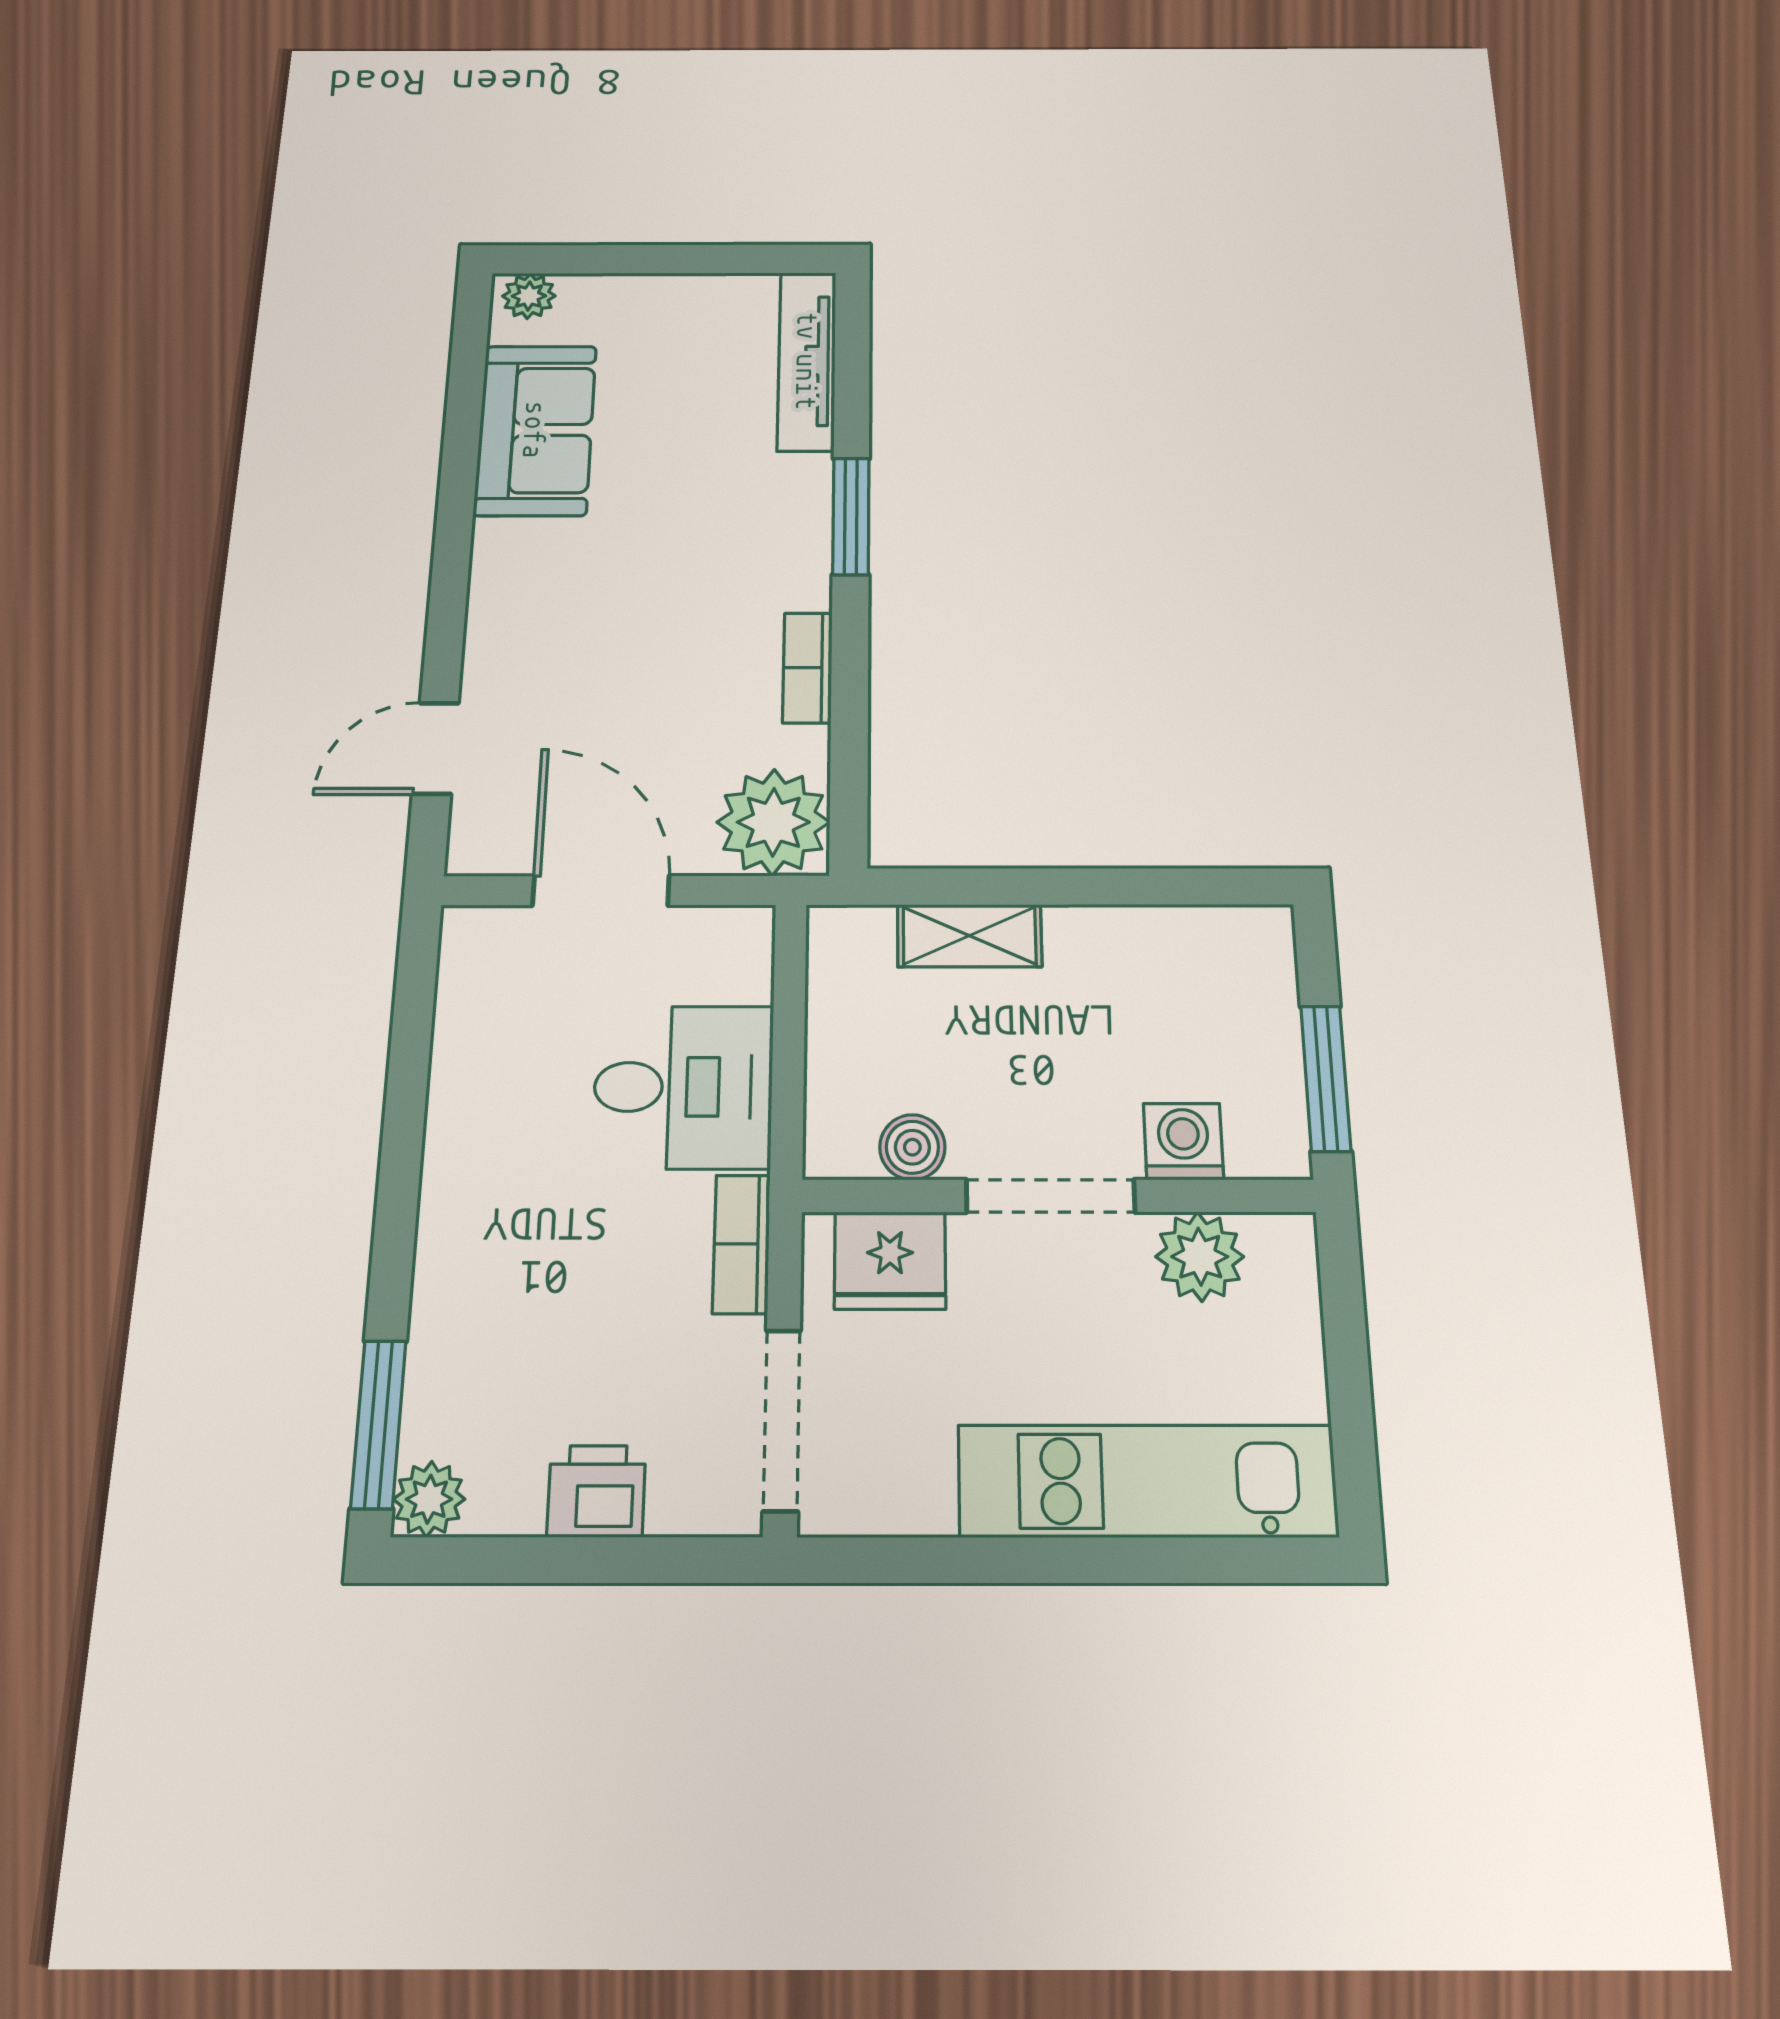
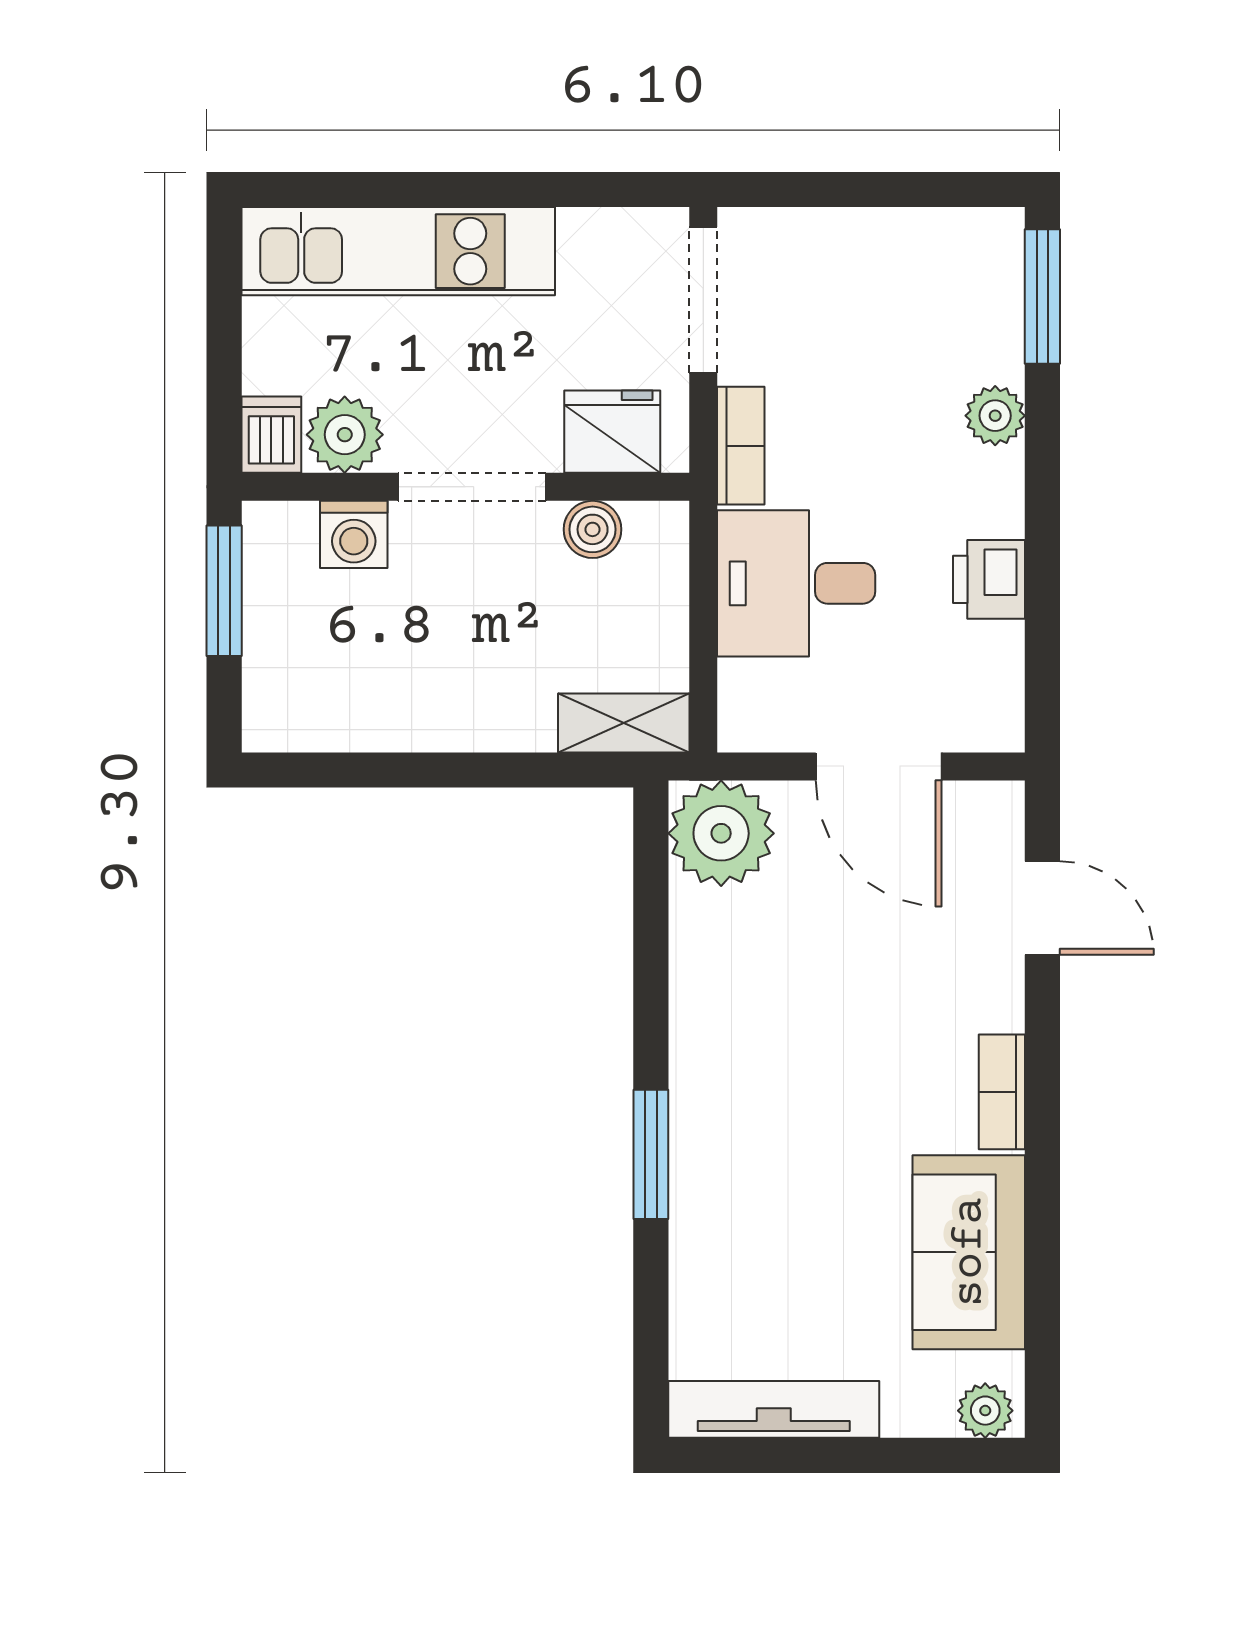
tv unit: (807, 361) -> (774, 1409), moved, turned -90
bookcase: (808, 668) -> (1002, 1092), moved, turned 180
door: (435, 748) -> (1042, 908), hinge flipped
shelving: (969, 936) -> (624, 723), moved
dishwasher: (1285, 1257) -> (271, 435), added
printer: (596, 1491) -> (989, 579), moved, turned 90
plant: (429, 1499) -> (995, 416), moved

